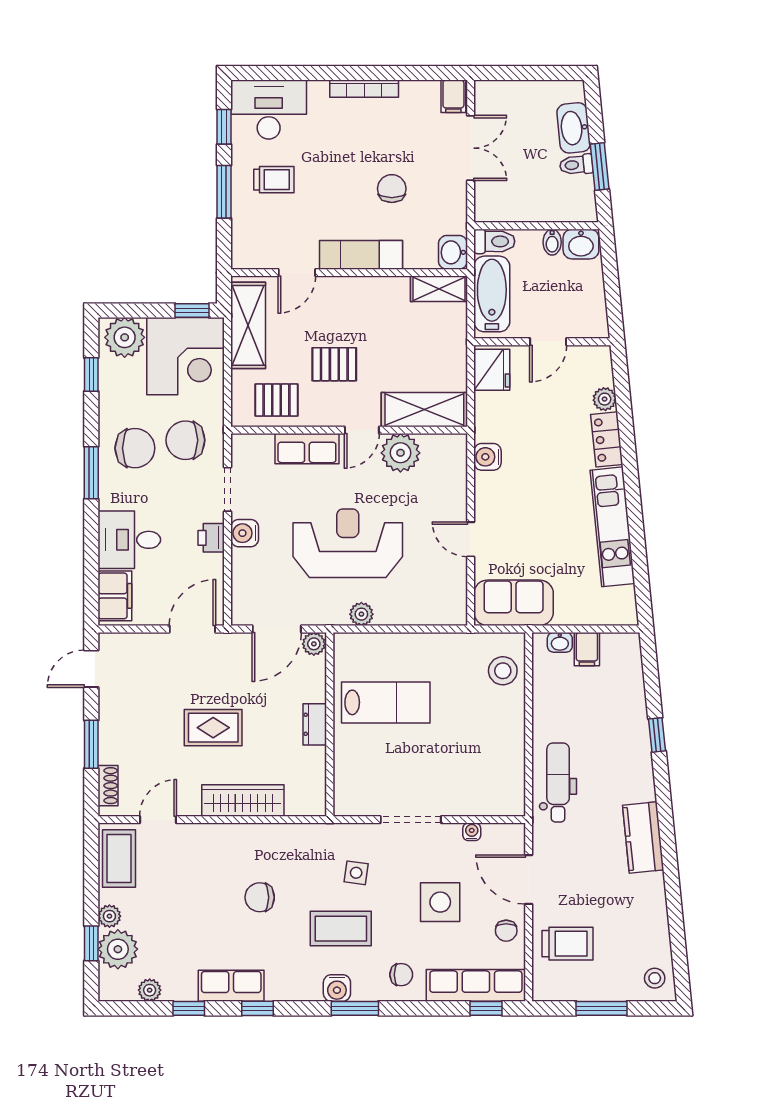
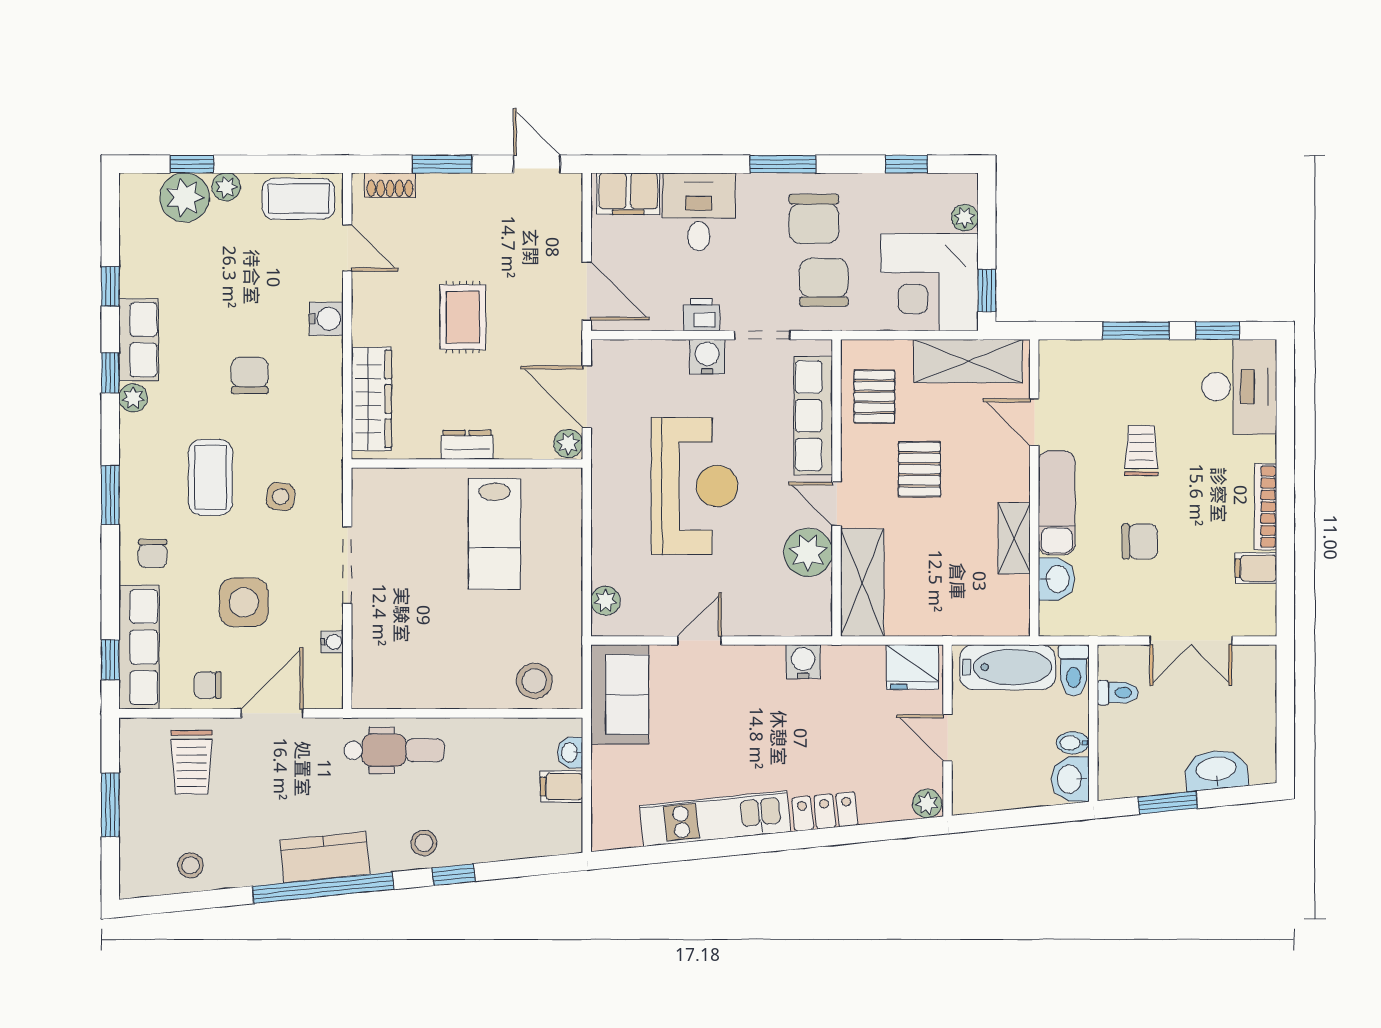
filing cabinet: (453, 96) -> (1256, 568), moved
toilet: (576, 165) -> (1118, 693), moved, turned 96
trolley: (274, 180) -> (1141, 451), moved, turned 180
washbasin: (453, 252) -> (1057, 579), moved, turned 90
shelving: (439, 289) -> (1014, 538), moved
plant: (125, 337) -> (965, 218), width x0.53, depth x0.53
plant: (605, 399) -> (927, 804), moved
row of seats: (307, 449) -> (813, 416), width x1.48
plant: (361, 614) -> (605, 601), moved
stool: (632, 759) -> (424, 843), added
wardrobe: (243, 800) -> (371, 399), moved
window: (667, 839) -> (323, 888), added
stool: (655, 978) -> (190, 865), moved
water cooler: (337, 988) -> (326, 319), moved, turned 180
plant: (150, 990) -> (133, 398), moved

